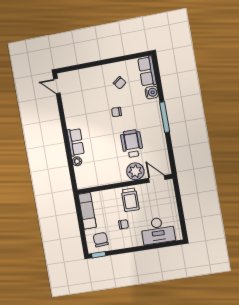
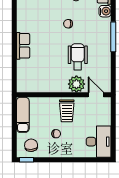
plant: (77, 161) -> (21, 65), removed
desk: (158, 231) -> (99, 142), moved, turned -90

